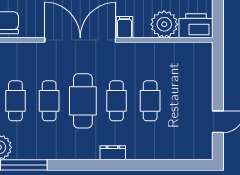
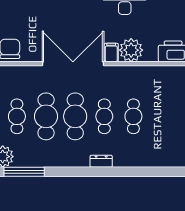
plant: (164, 24) -> (131, 50), moved
cafe table: (49, 101) -> (46, 116), width x1.37, depth x1.35

